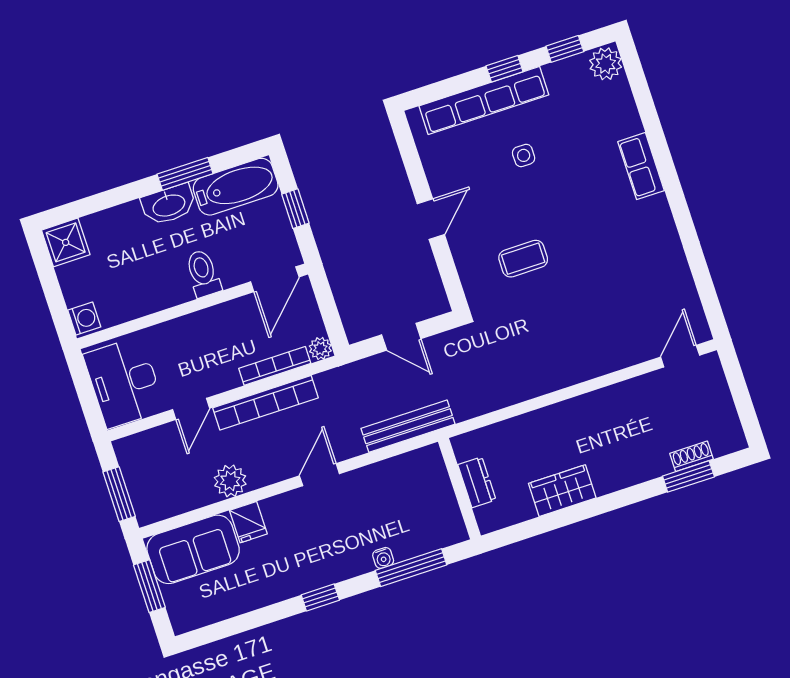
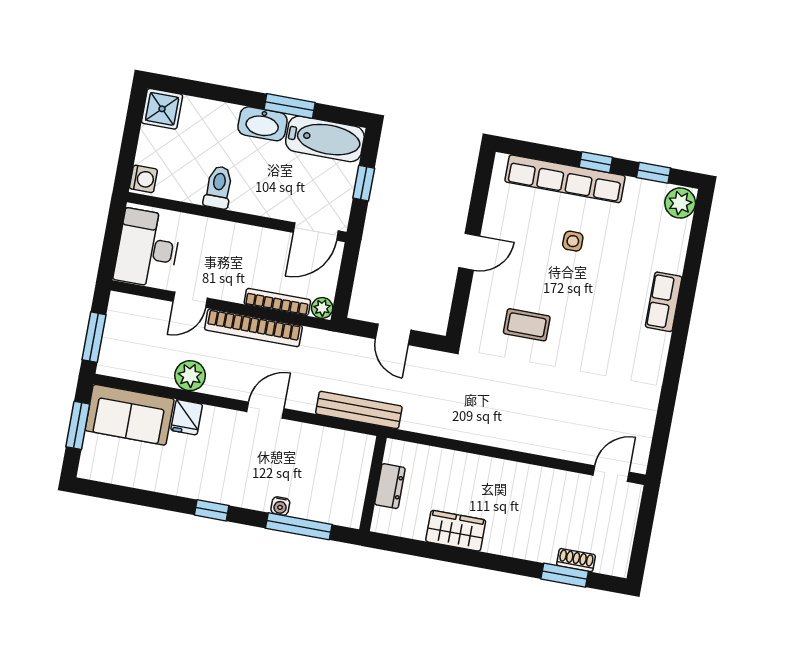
toilet: (203, 273) -> (218, 187), moved

